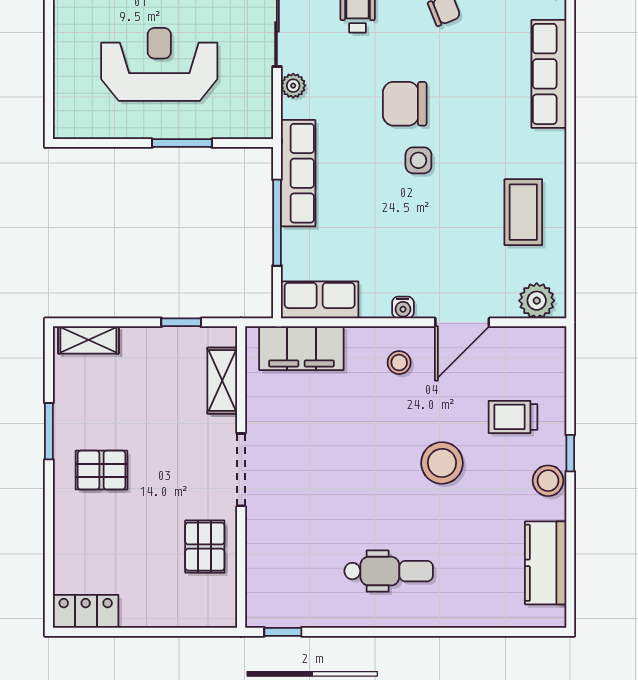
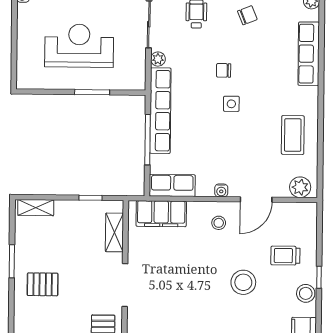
chair: (405, 104) -> (224, 70), width x0.54, depth x0.54
row of seats: (298, 173) -> (160, 111), width x1.36

